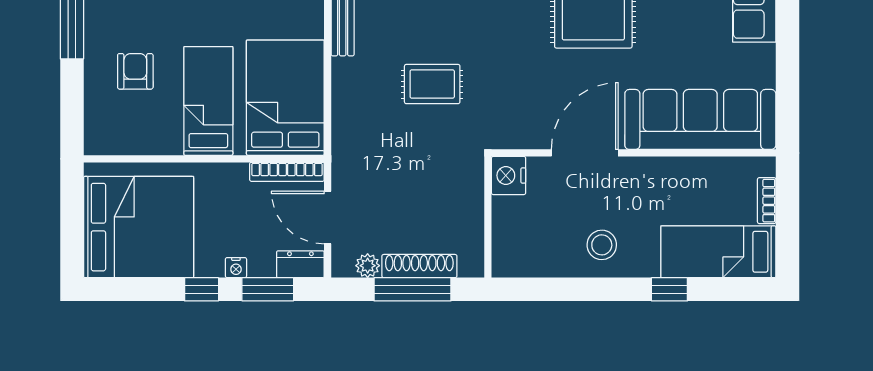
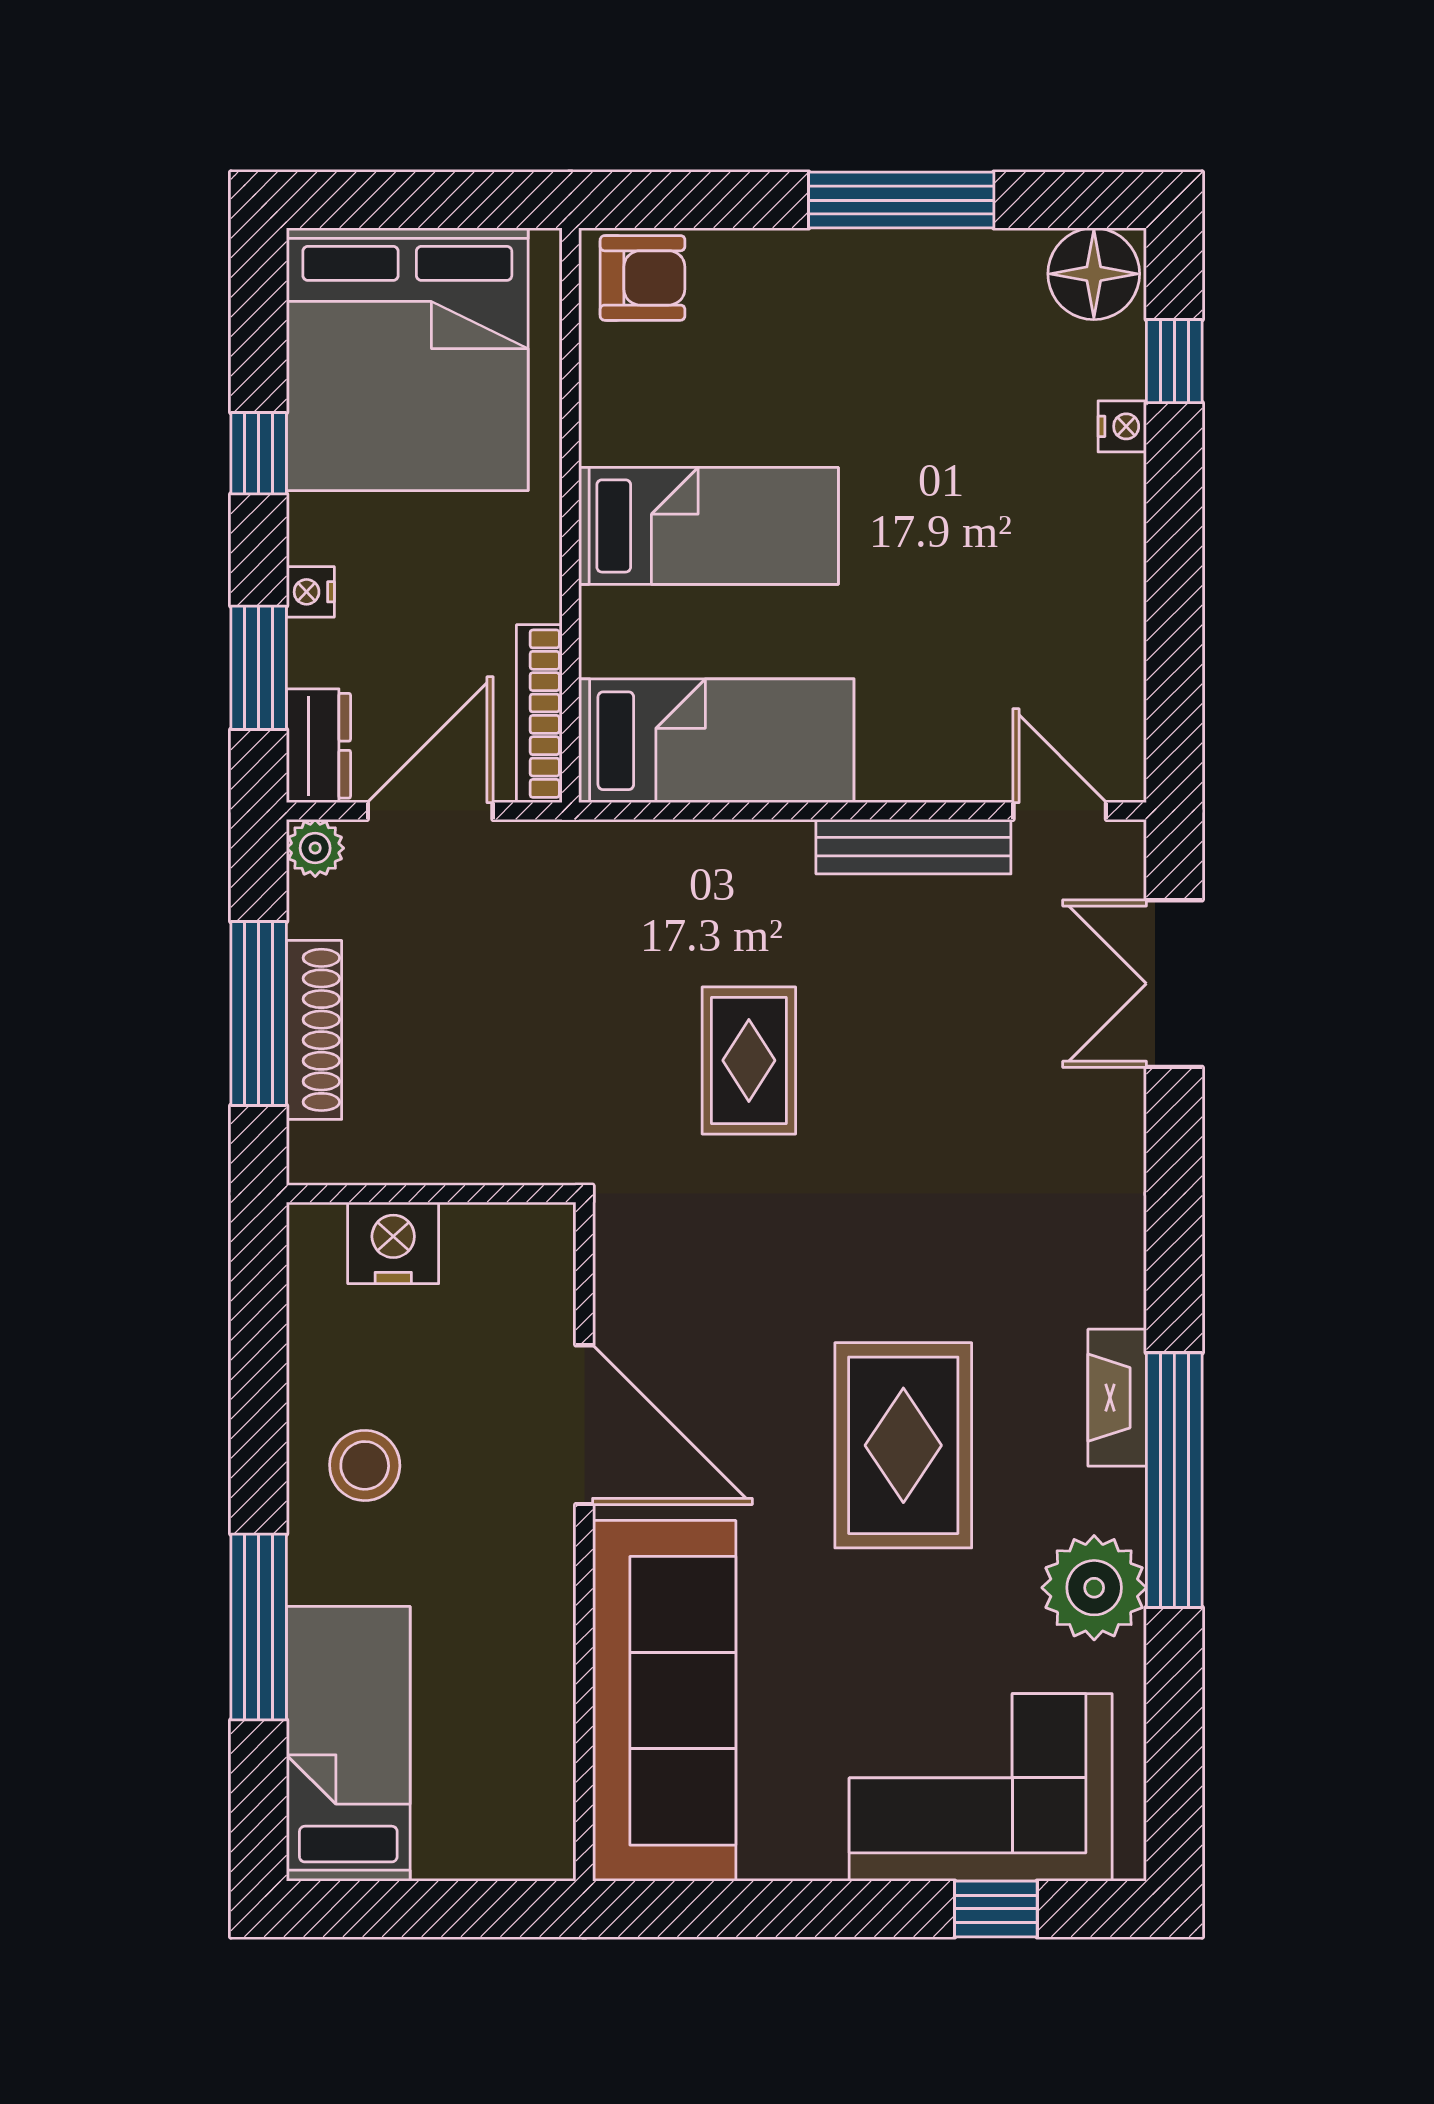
armchair: (135, 71) -> (643, 278), moved
bed: (285, 98) -> (716, 741), width x0.67
nightstand: (509, 175) -> (393, 1243), moved
bookcase: (767, 201) -> (470, 1859), removed
plant: (368, 266) -> (315, 848), moved
window: (202, 289) -> (259, 453), moved
window: (669, 289) -> (259, 1627), width x2.17

